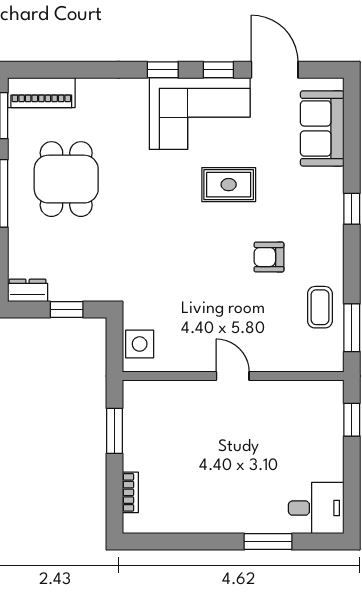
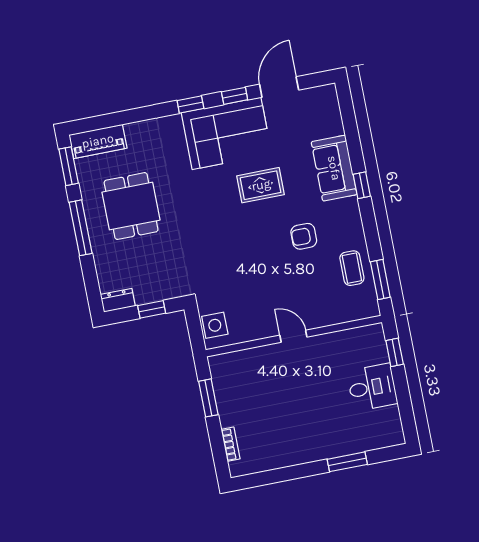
door: (275, 70) -> (279, 87), hinge flipped
sofa: (322, 128) -> (334, 168), moved
desk: (316, 508) -> (372, 387), moved

